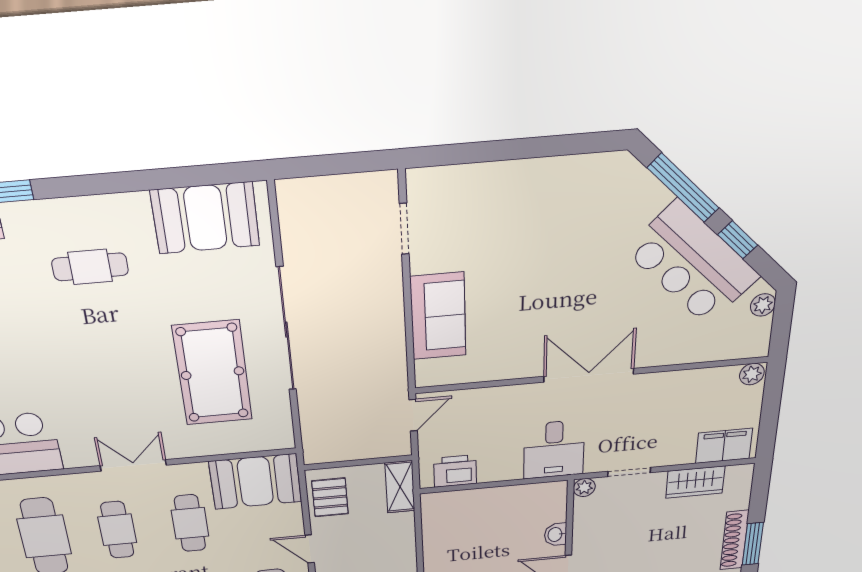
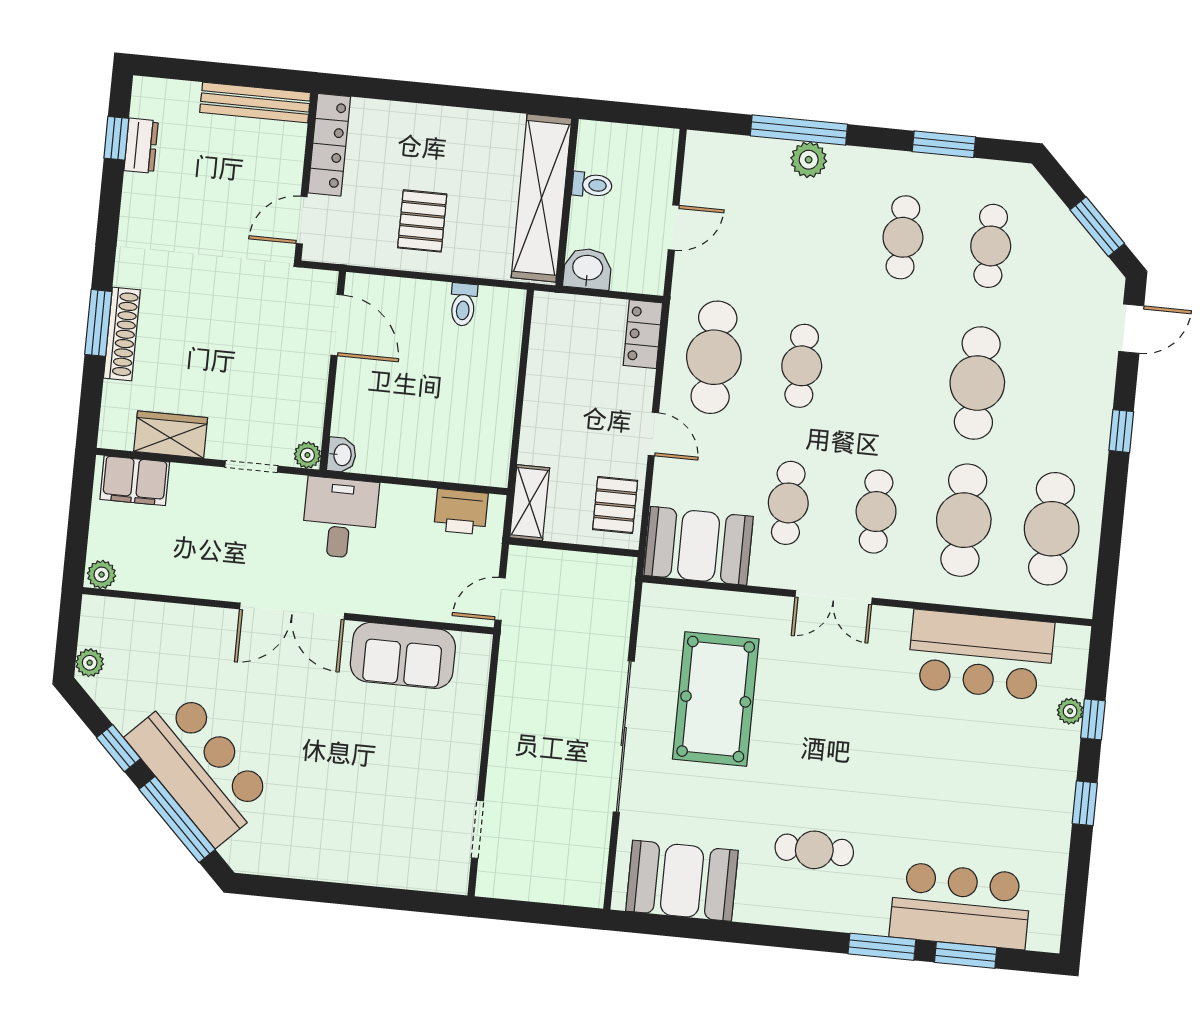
bar counter: (693, 264) -> (200, 768), moved
sofa: (438, 316) -> (403, 655), moved, turned -90
washbasin: (556, 534) -> (342, 455), moved

